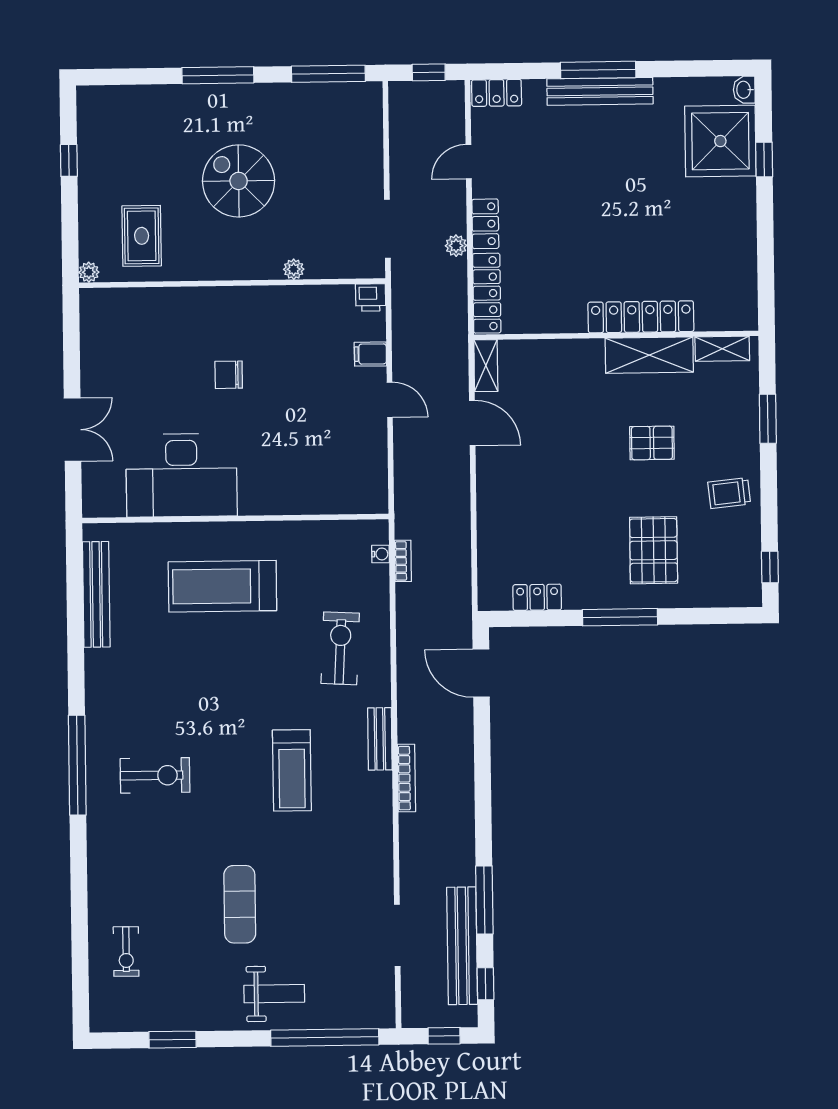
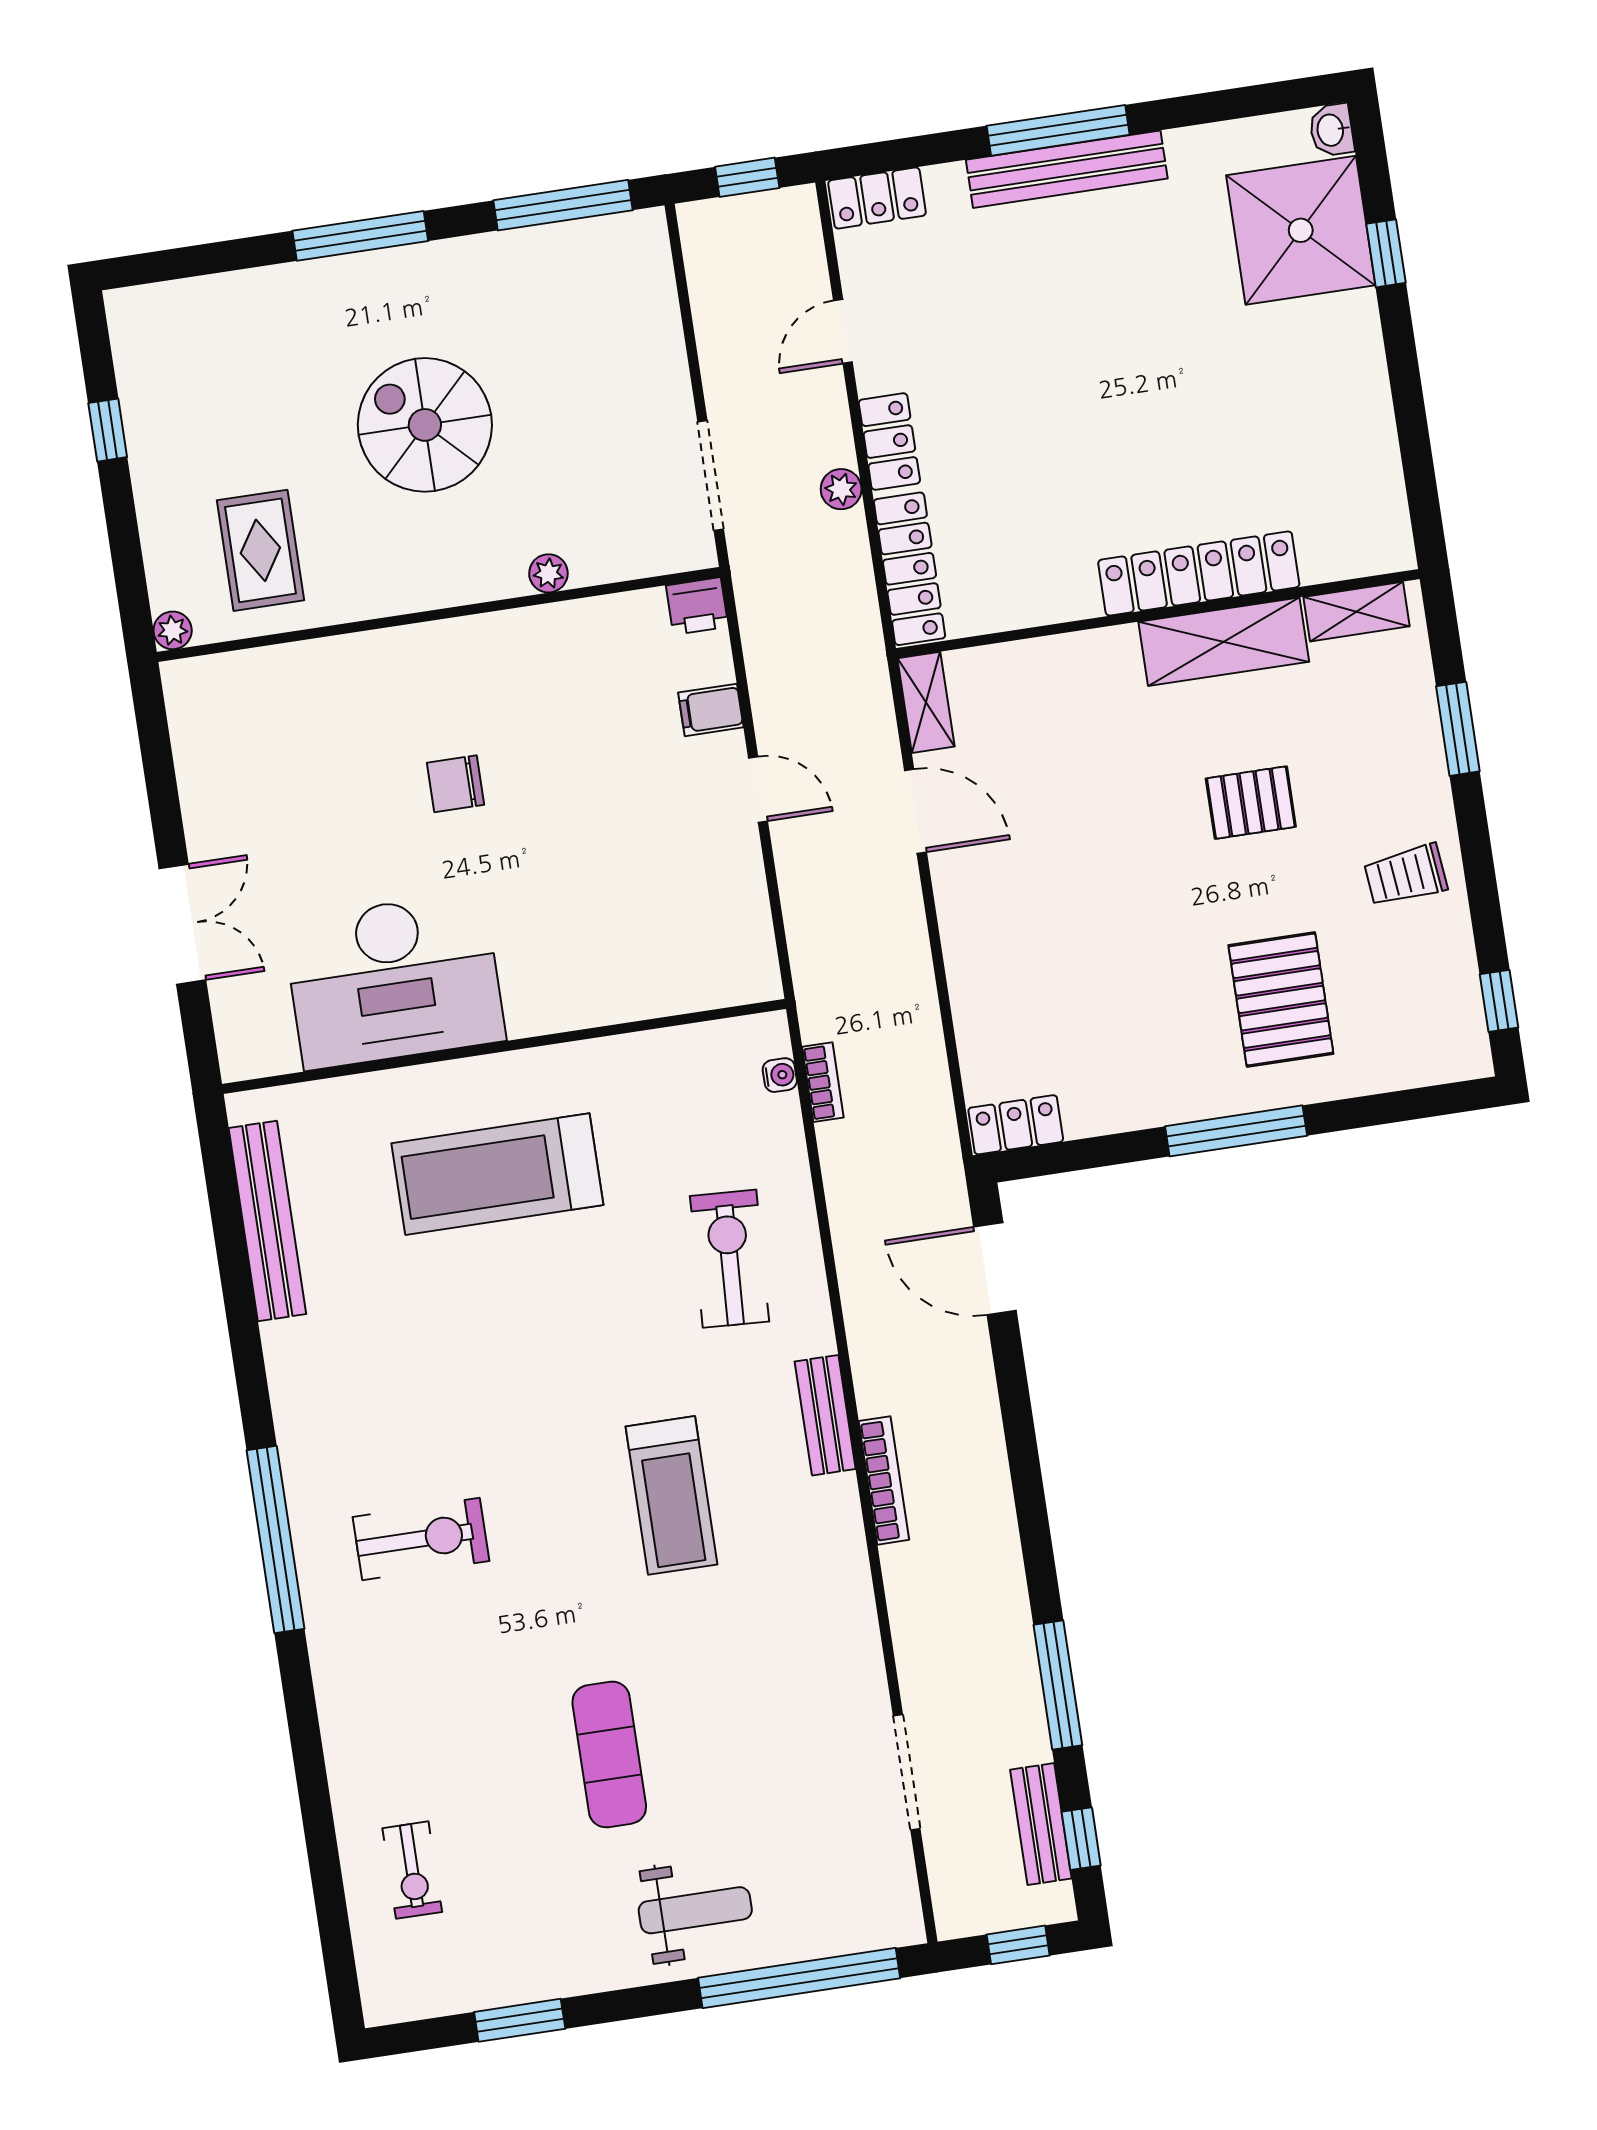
locker: (537, 597) -> (1016, 1125), moved
bench: (462, 946) -> (1041, 1824), width x0.54, depth x0.82

